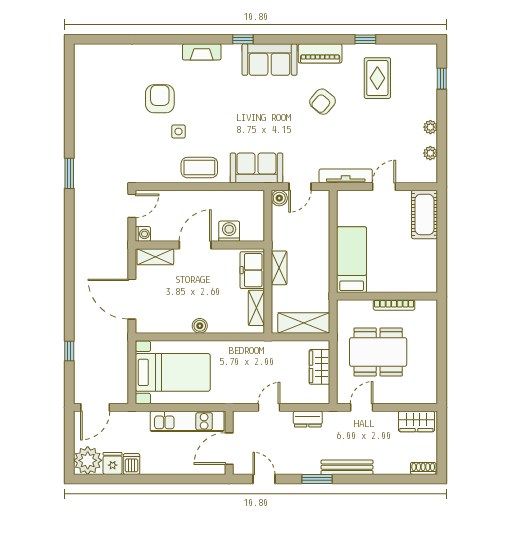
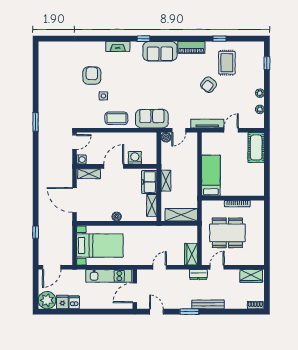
armchair: (323, 102) -> (209, 85), moved
wardrobe: (320, 367) -> (191, 254), moved
dresser: (308, 419) -> (198, 274), moved

